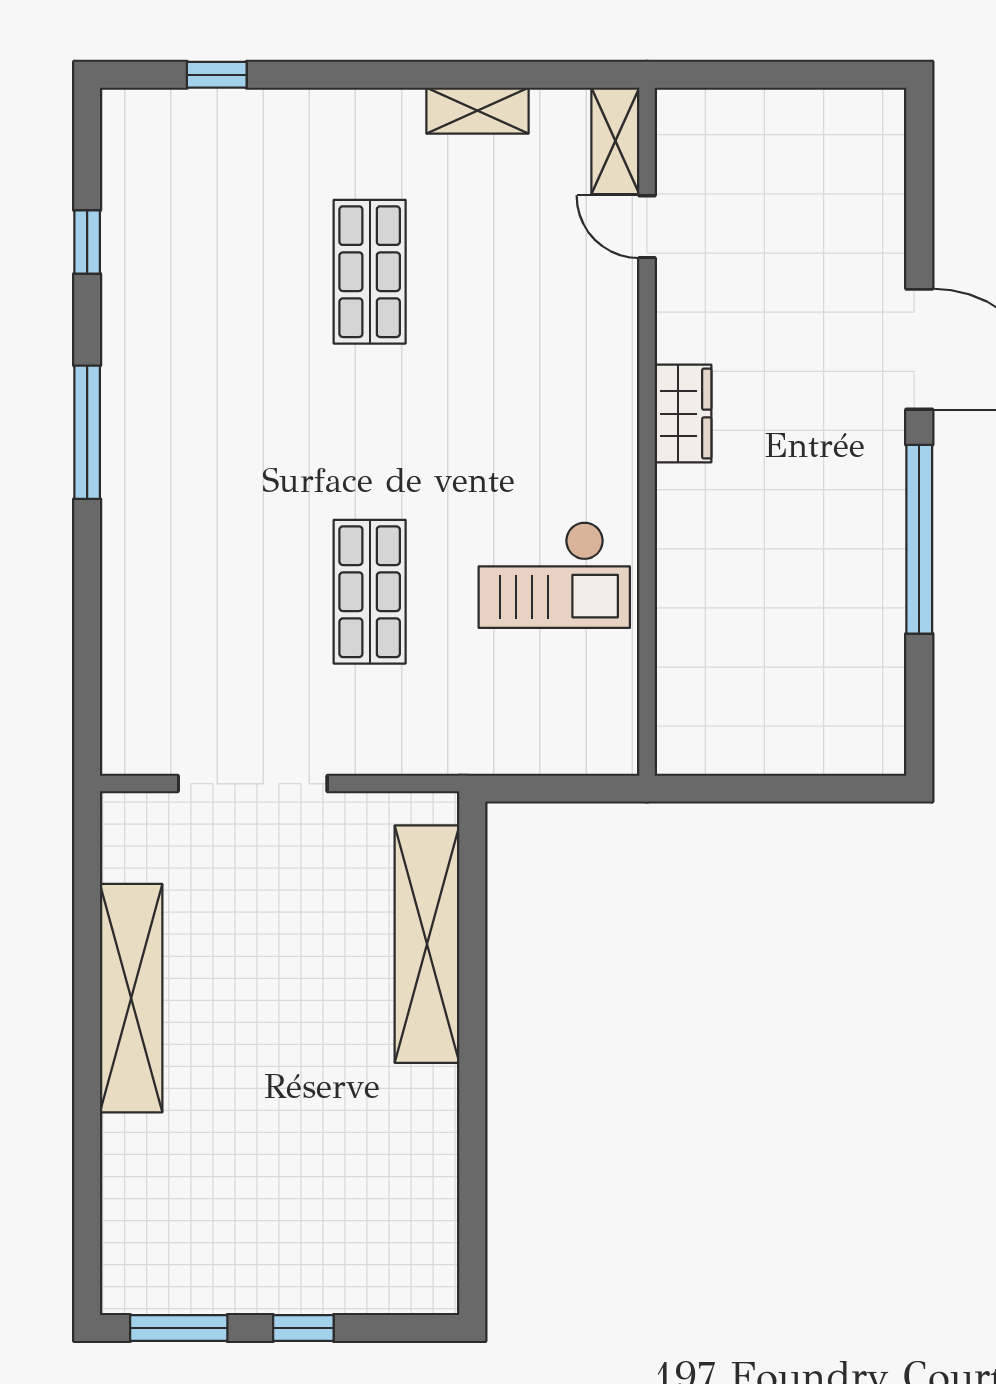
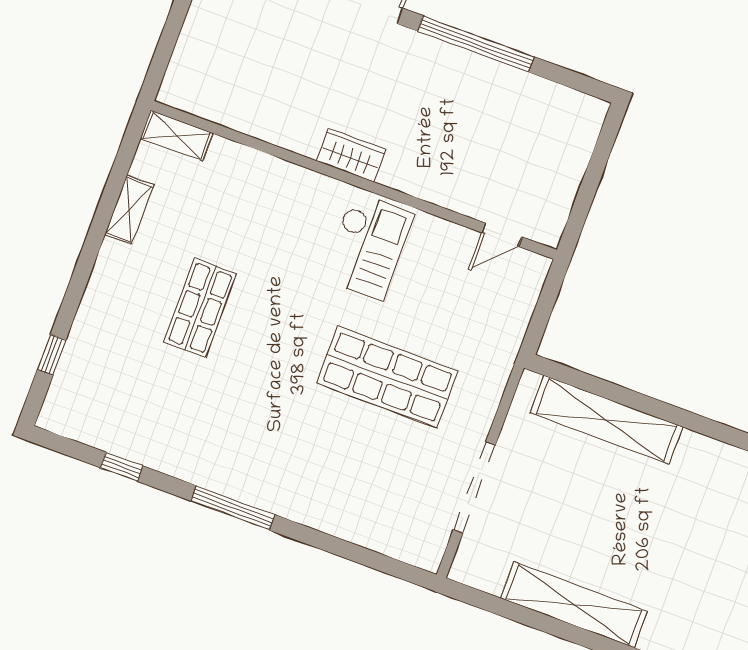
door: (647, 227) -> (502, 235), moved
shop shelf: (370, 272) -> (200, 308), turned 90
checkout: (554, 575) -> (368, 246), moved
shop shelf: (370, 592) -> (387, 377), width x1.43, depth x1.36

